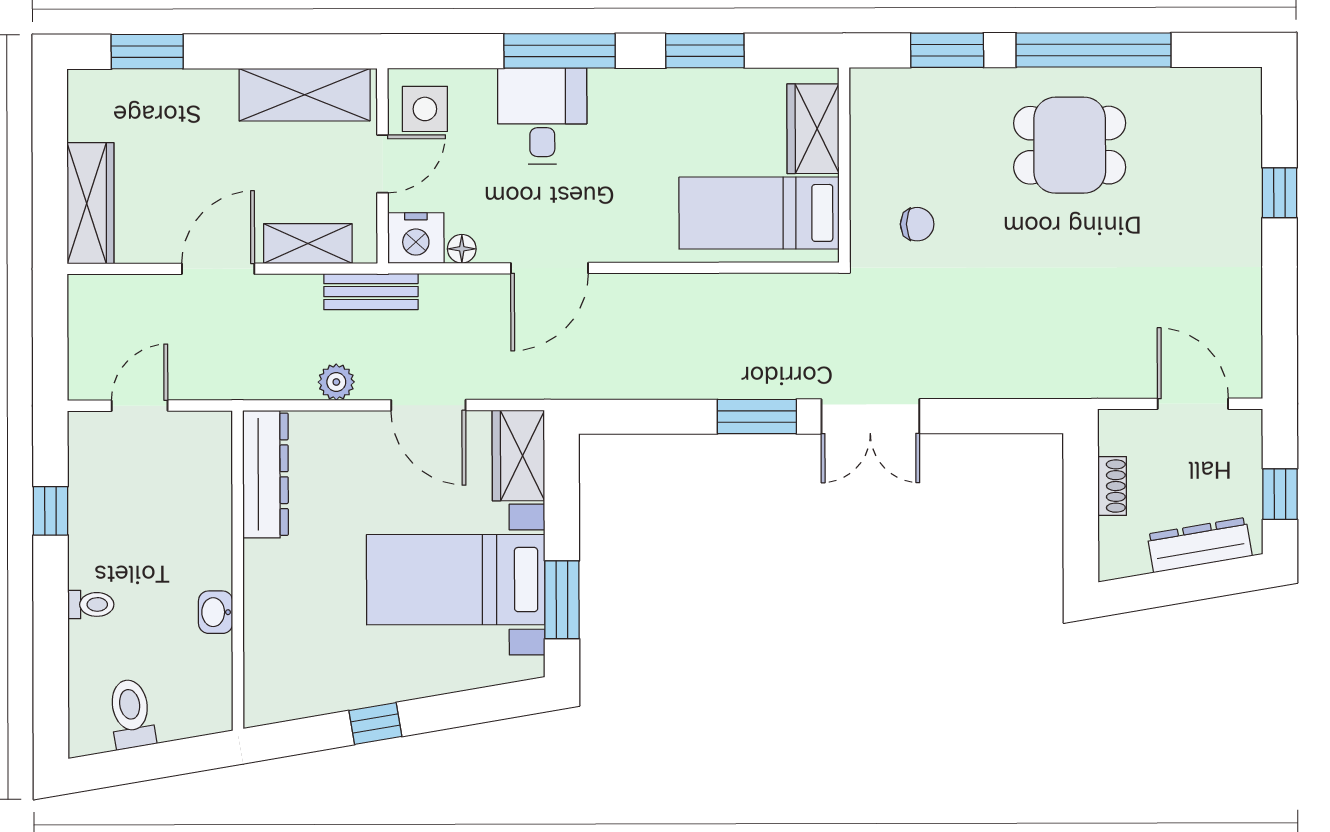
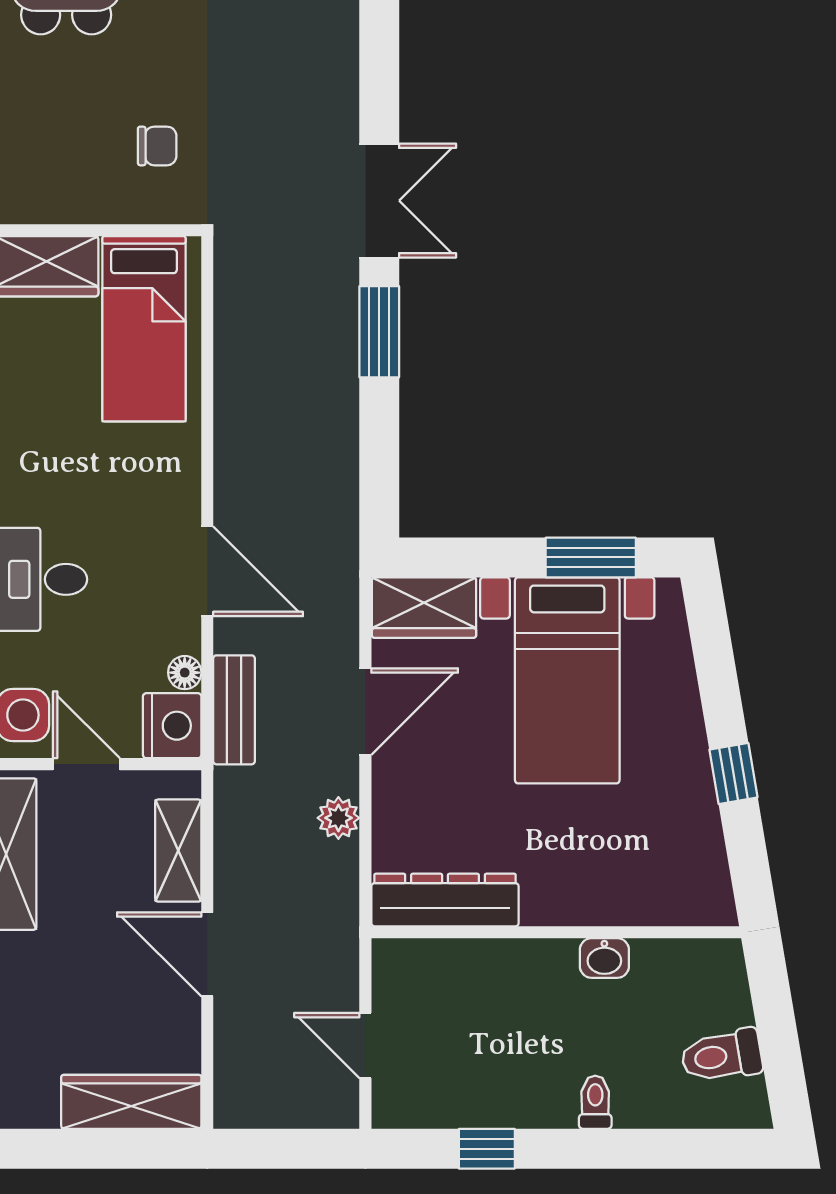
chair: (917, 224) -> (157, 146), turned 90
bench: (371, 292) -> (234, 710), moved

